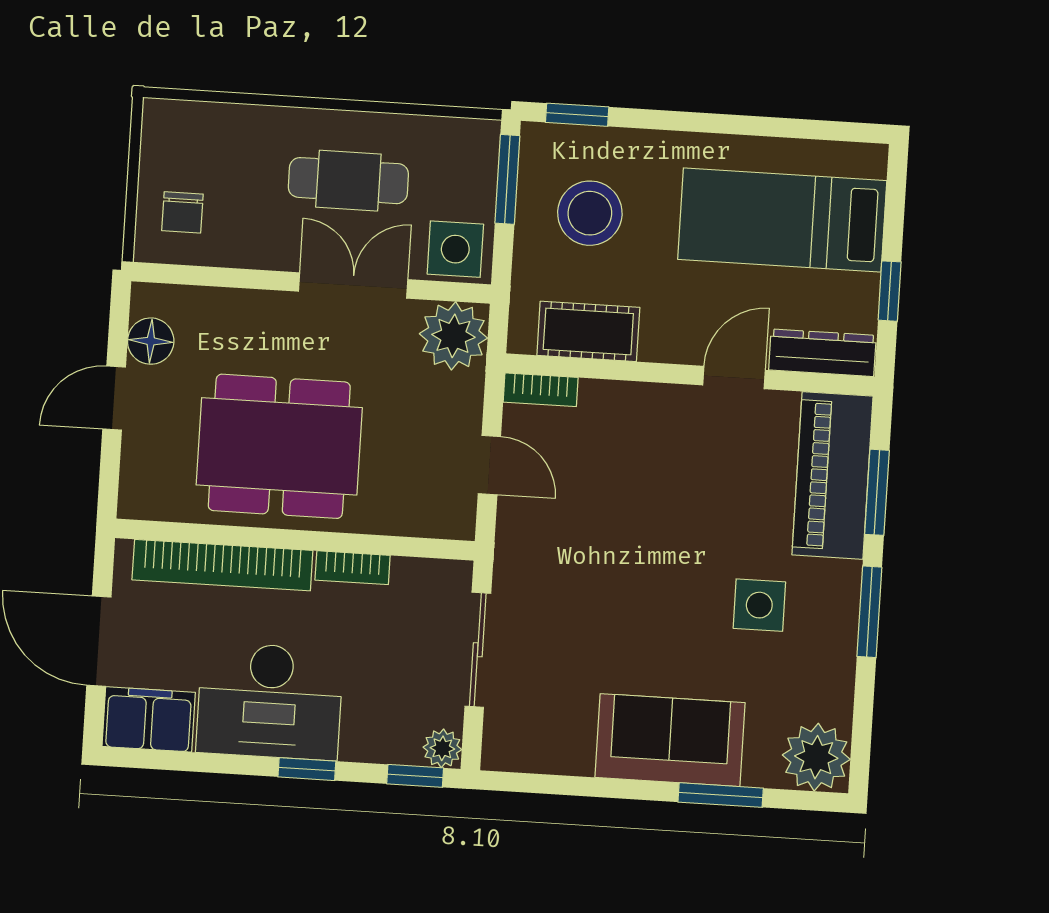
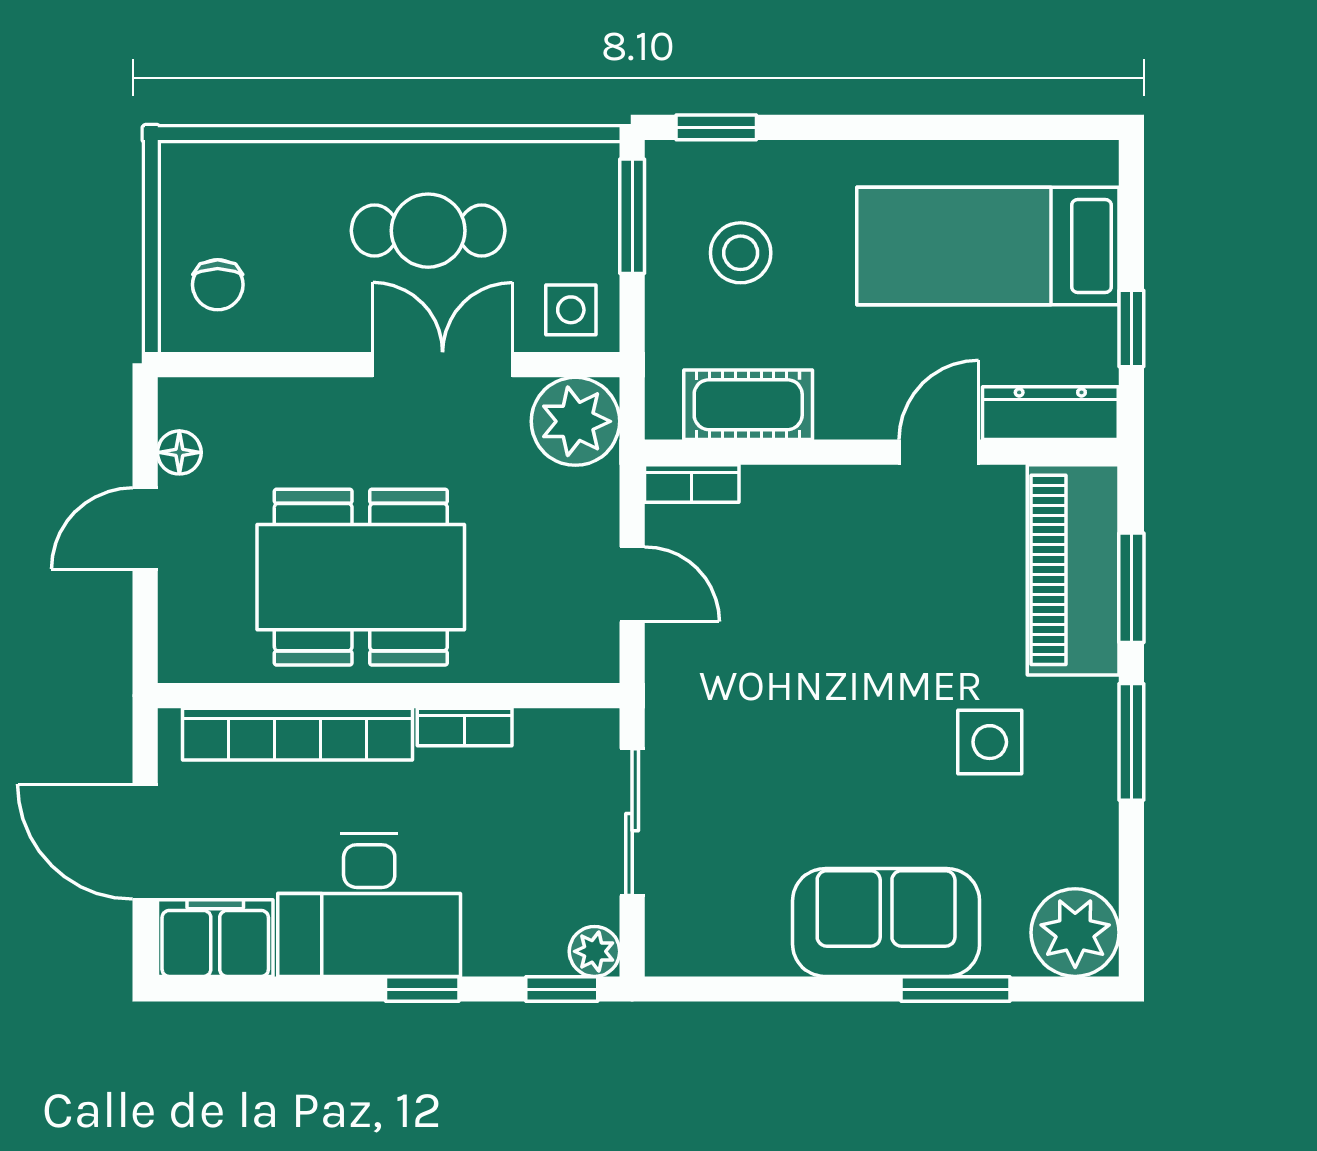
stool: (590, 213) -> (741, 253), width x0.73, depth x0.73
side table: (455, 249) -> (571, 310), width x0.73, depth x0.73
floor lamp: (151, 341) -> (179, 452), width x0.73, depth x0.73

